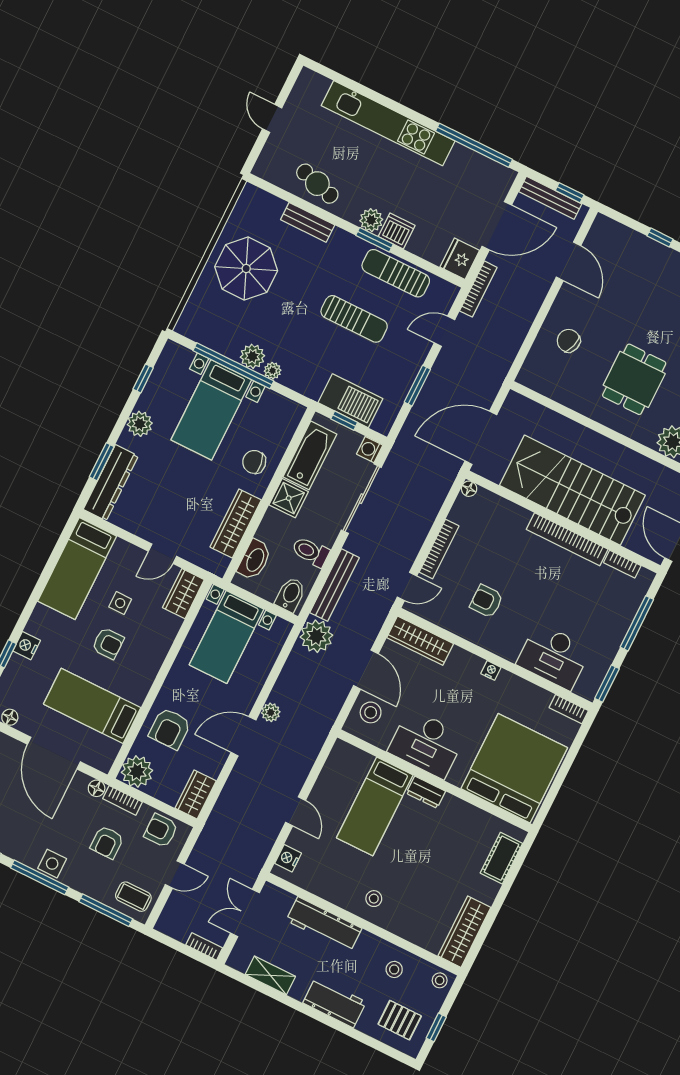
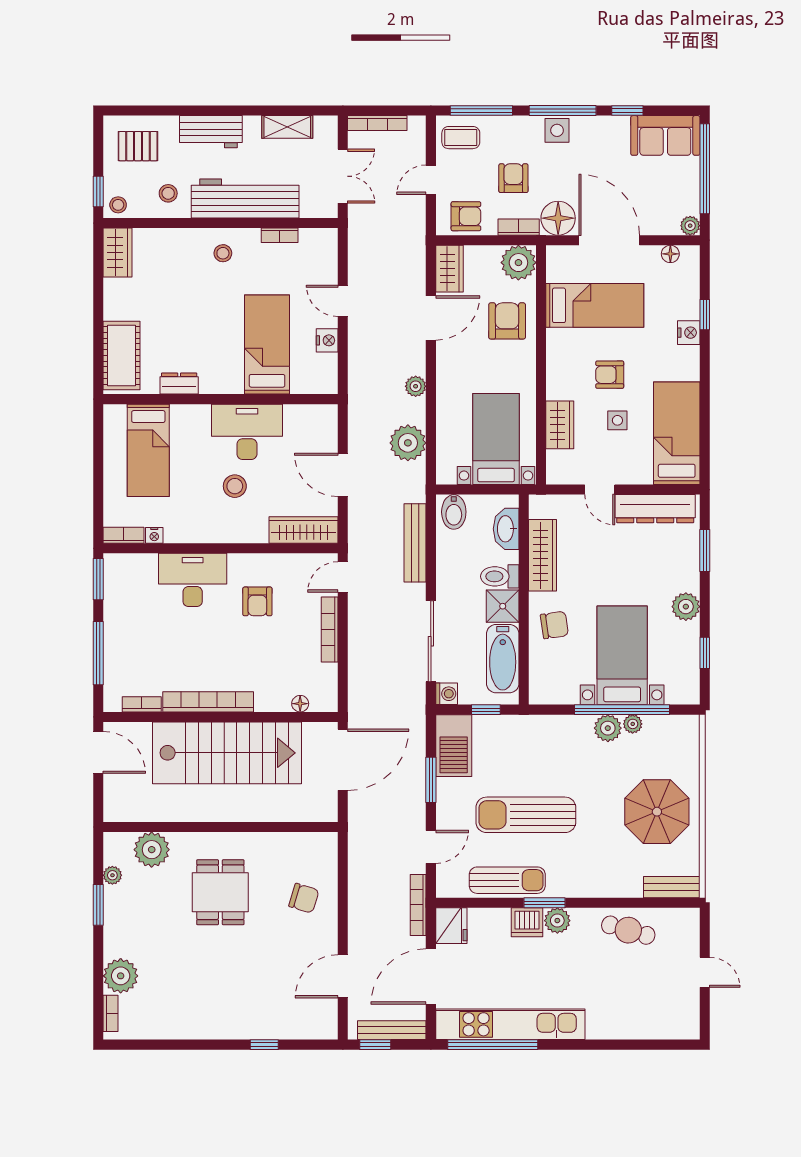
kitchen unit: (388, 123) -> (510, 1024), moved
bench: (308, 222) -> (672, 887), moved
door: (568, 261) -> (343, 976), hinge flipped
sun lounger: (354, 319) -> (526, 815), width x1.36, depth x1.34
plant: (273, 371) -> (633, 724), moved
barbecue: (350, 401) -> (454, 746), moved, turned -90
dresser: (111, 483) -> (655, 509), moved, turned -90
floor lamp: (469, 489) -> (300, 704), moved
toilet: (311, 552) -> (500, 576), moved, turned 180
door: (162, 554) -> (600, 490), swing flipped
wardrobe: (183, 594) -> (560, 425), moved
armchair: (486, 601) -> (257, 601), turned 90
plant: (316, 636) -> (408, 443), moved
desk: (554, 656) -> (193, 580), moved
nightstand: (491, 670) -> (154, 535), moved
stool: (371, 712) -> (235, 486), moved
door: (243, 736) -> (431, 318), moved
bed: (514, 768) -> (148, 450), width x0.49
floor lamp: (97, 788) -> (558, 218), width x1.89, depth x1.89
dresser: (426, 792) -> (179, 384), moved
nightstand: (288, 858) -> (327, 340), moved
cot: (501, 858) -> (122, 355), width x1.37, depth x1.34
bookcase: (320, 890) -> (280, 235), added
workbench: (324, 924) -> (245, 199), width x1.36, depth x1.32
wardrobe: (464, 932) -> (118, 253), width x0.67
bookcase: (204, 946) -> (377, 123), width x1.56
window: (436, 1027) -> (98, 191), moved

